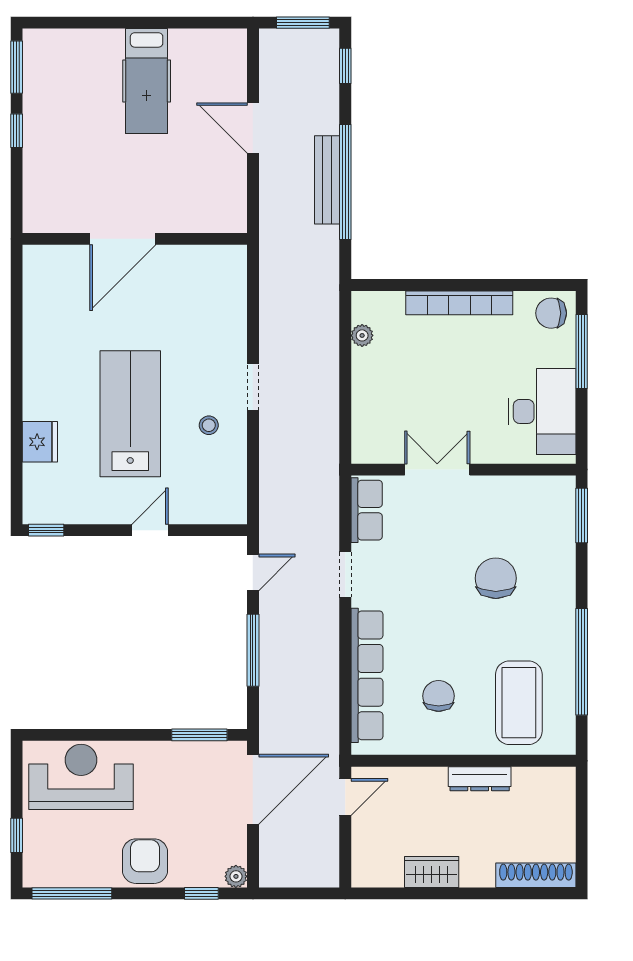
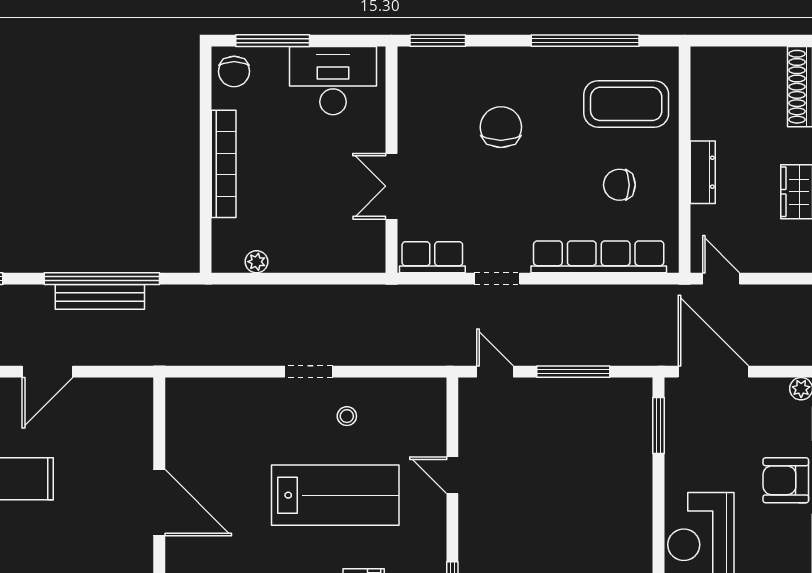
lab bench: (130, 414) -> (335, 495), turned 180
chair: (496, 578) -> (501, 127), turned 90
dresser: (480, 779) -> (703, 172), moved

